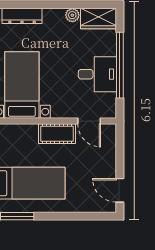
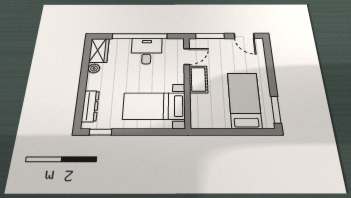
window: (120, 149) -> (210, 36), added
door: (120, 190) -> (244, 36), hinge flipped

